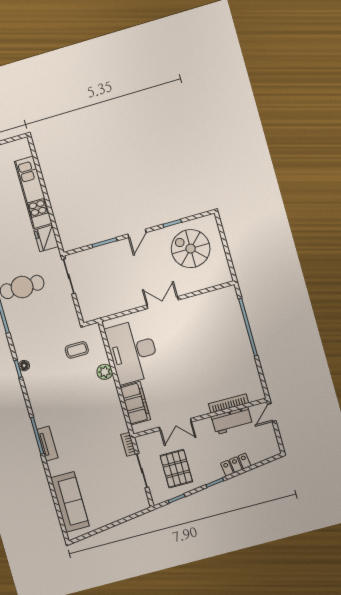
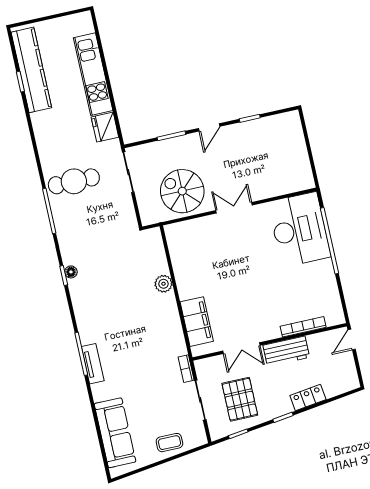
spiral stairs: (191, 249) -> (182, 191), moved
coffee table: (77, 350) -> (169, 443), moved
desk: (133, 351) -> (299, 230), moved, turned 180
workbench: (232, 421) -> (286, 351), moved

